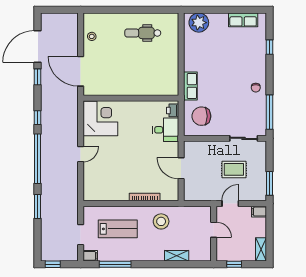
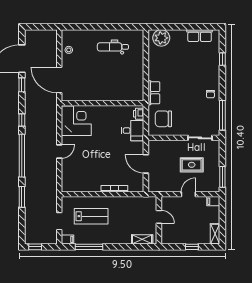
stool: (161, 221) -> (129, 210), removed
door: (214, 230) -> (159, 217), moved
wall: (214, 234) -> (159, 220), moved

